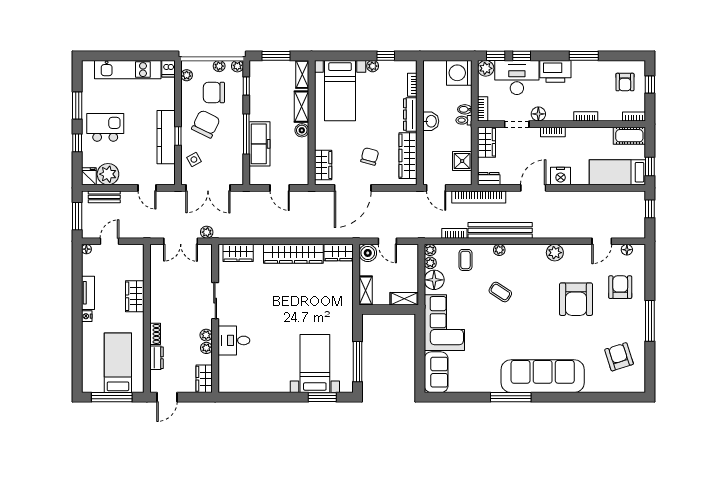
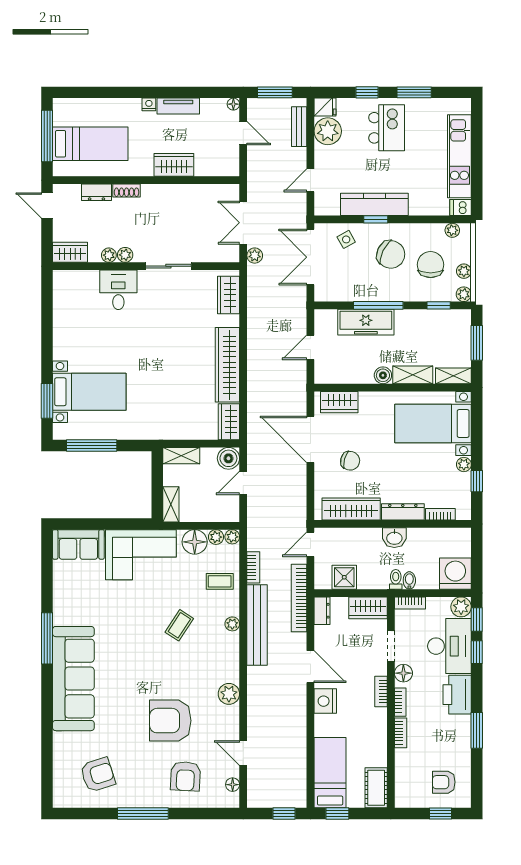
bookcase: (634, 117) -> (400, 702), moved
armchair: (620, 287) -> (185, 776), turned 93

